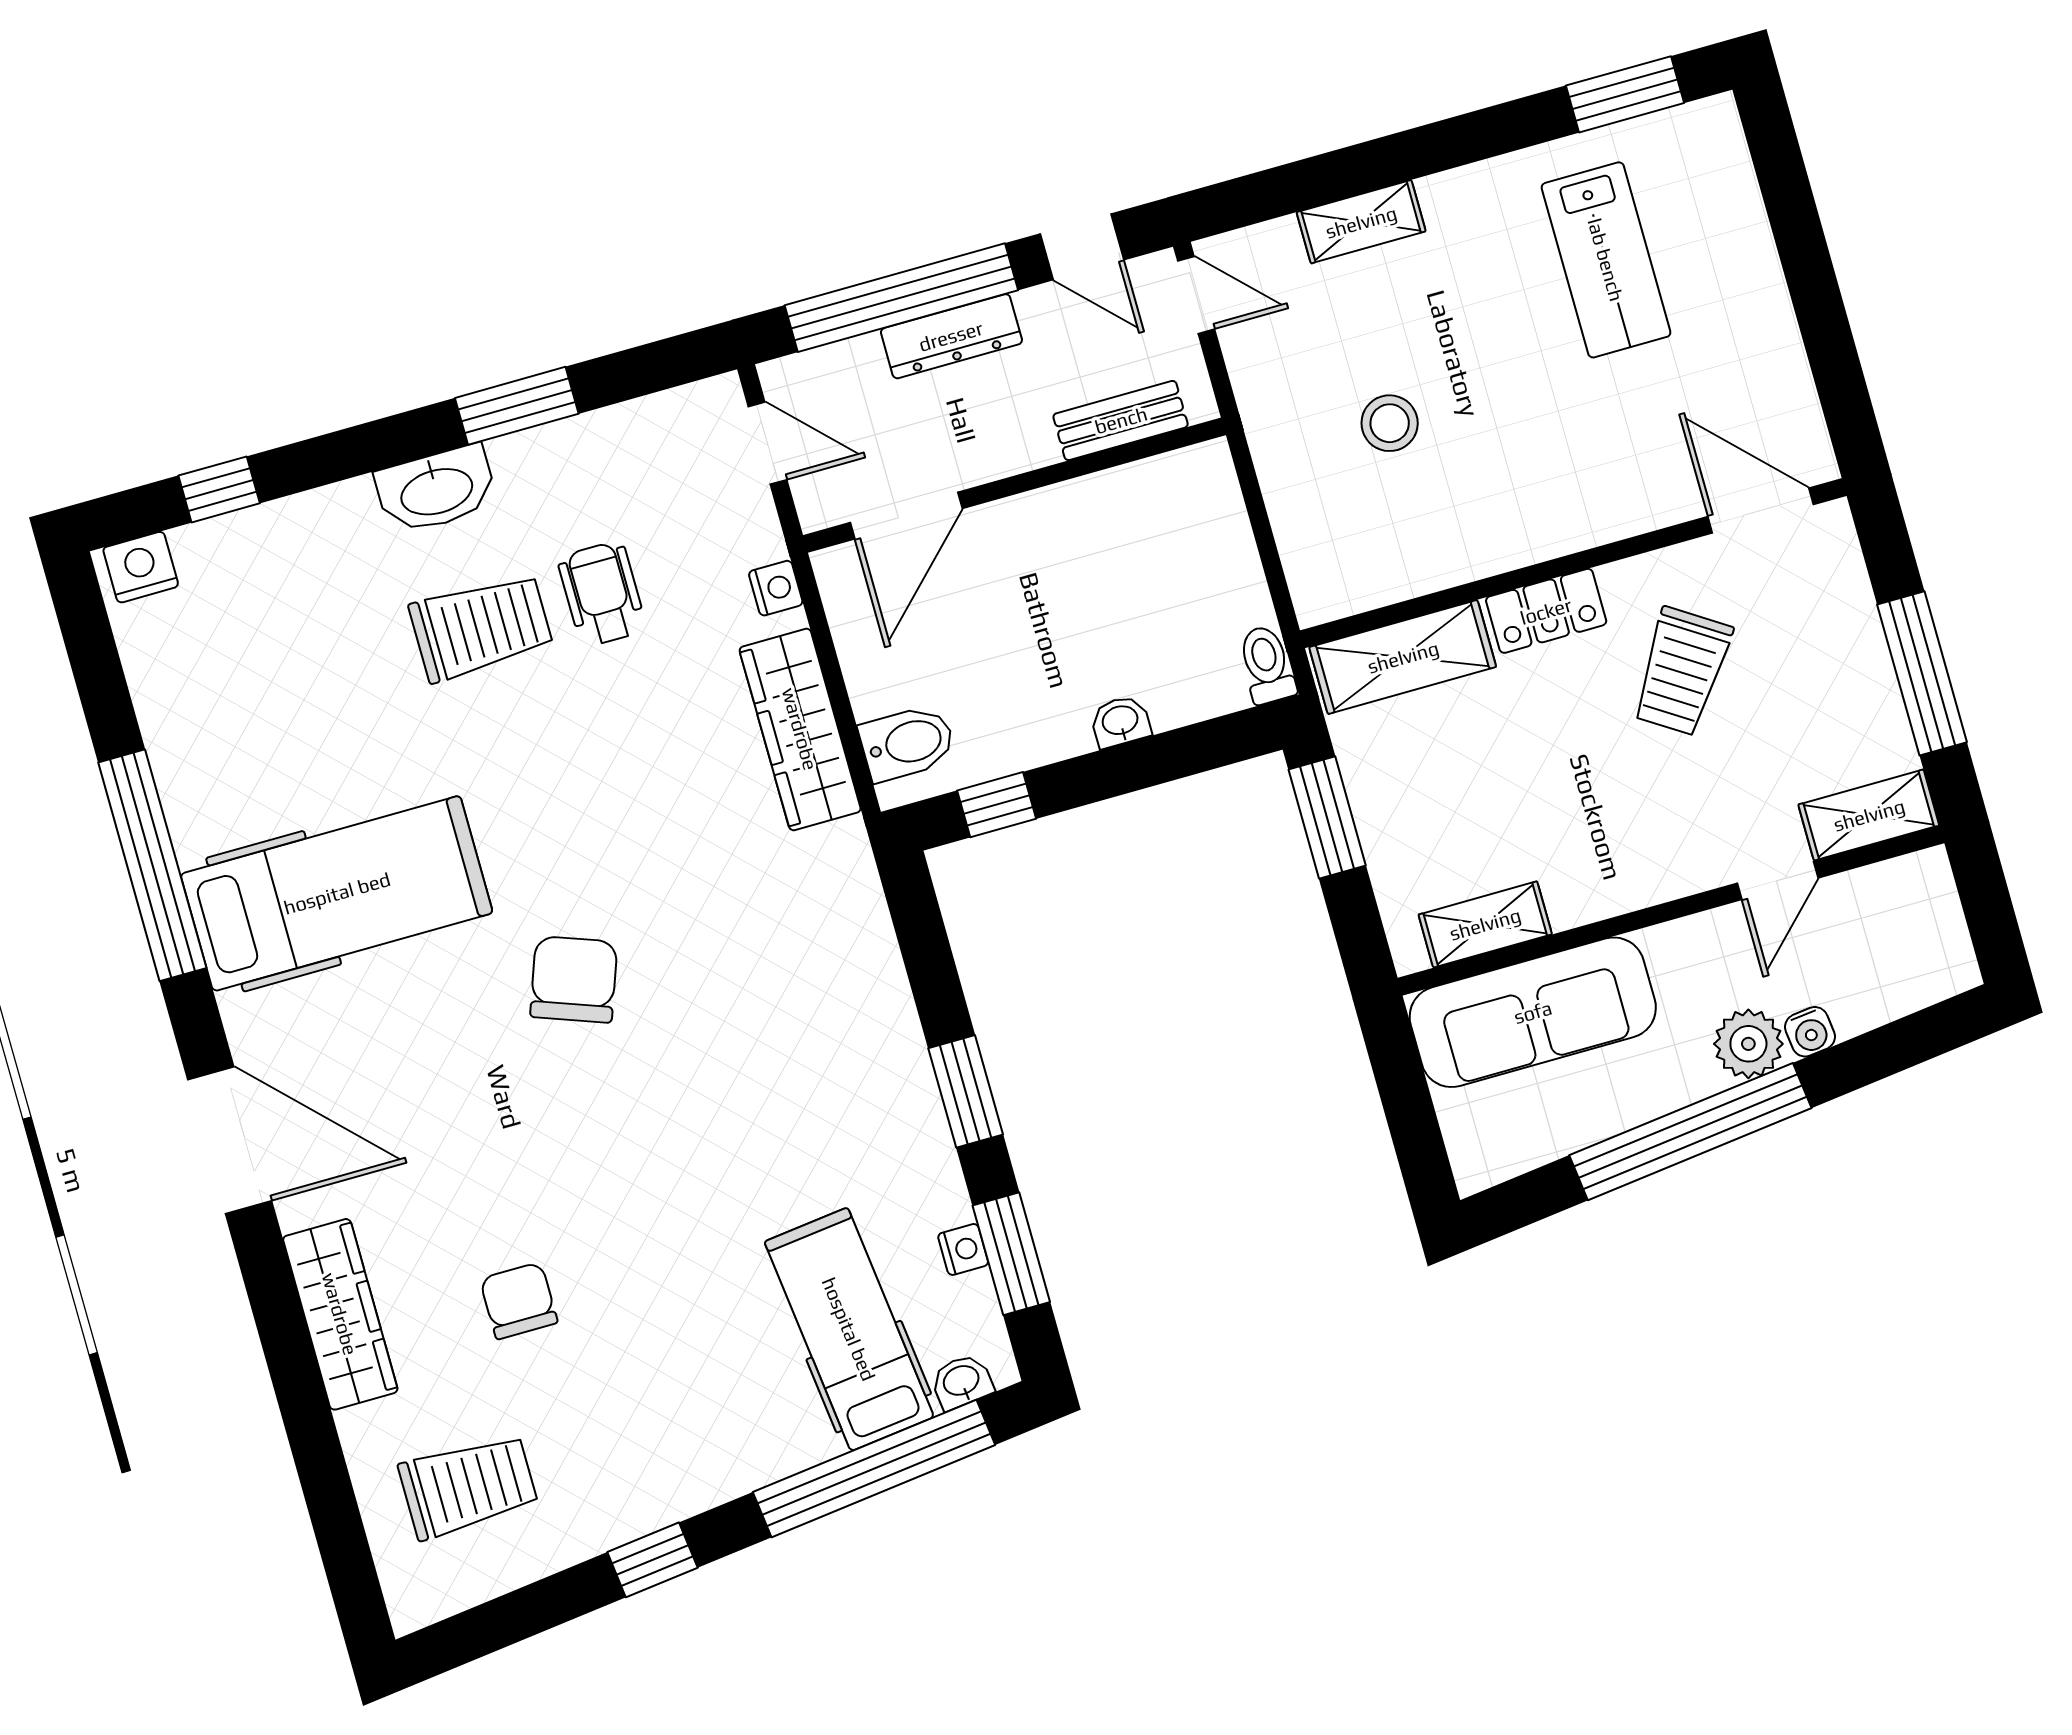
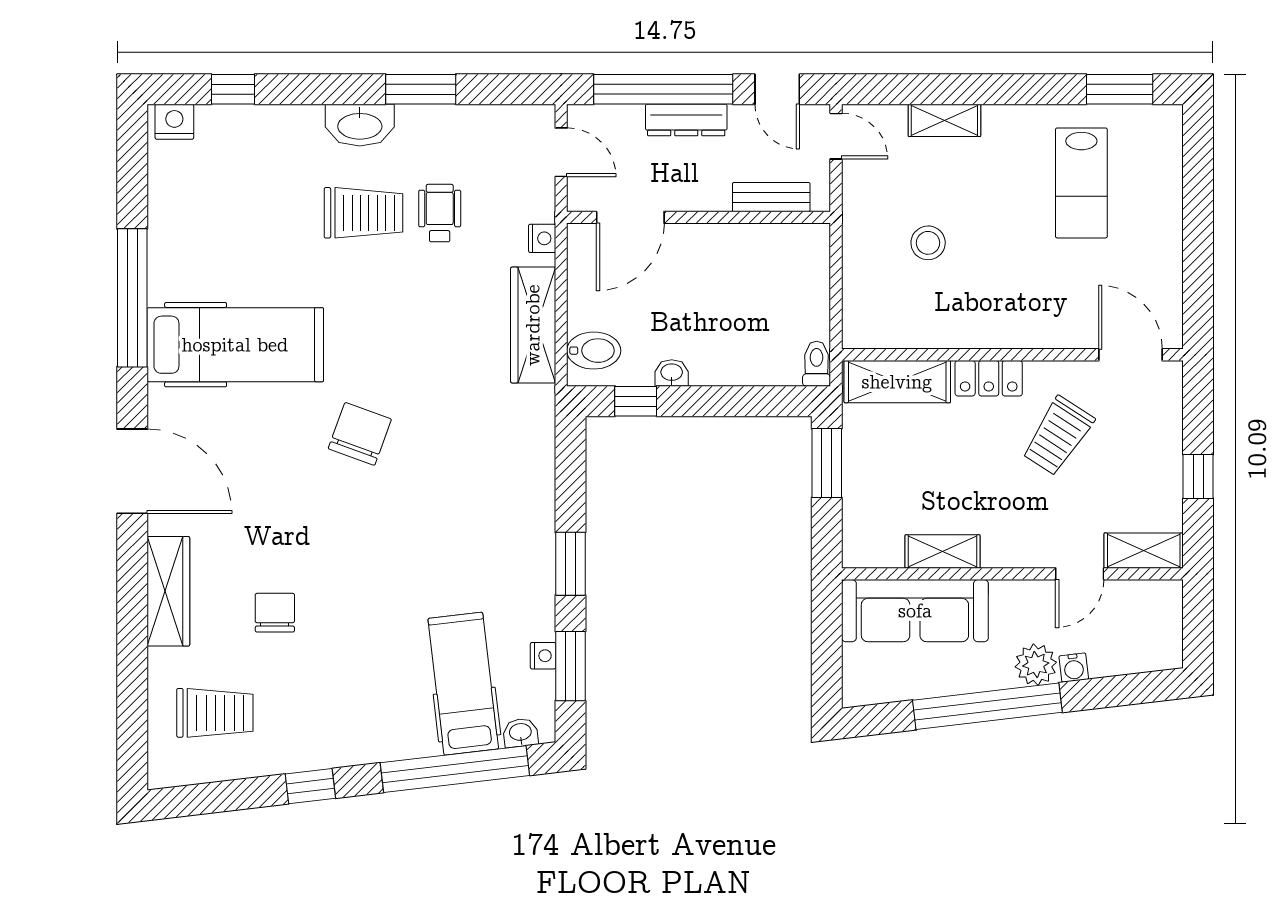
window: (1922, 673) -> (1198, 477), width x0.46
washbasin: (1120, 721) -> (672, 373), moved
shelving: (1485, 924) -> (943, 552), moved

